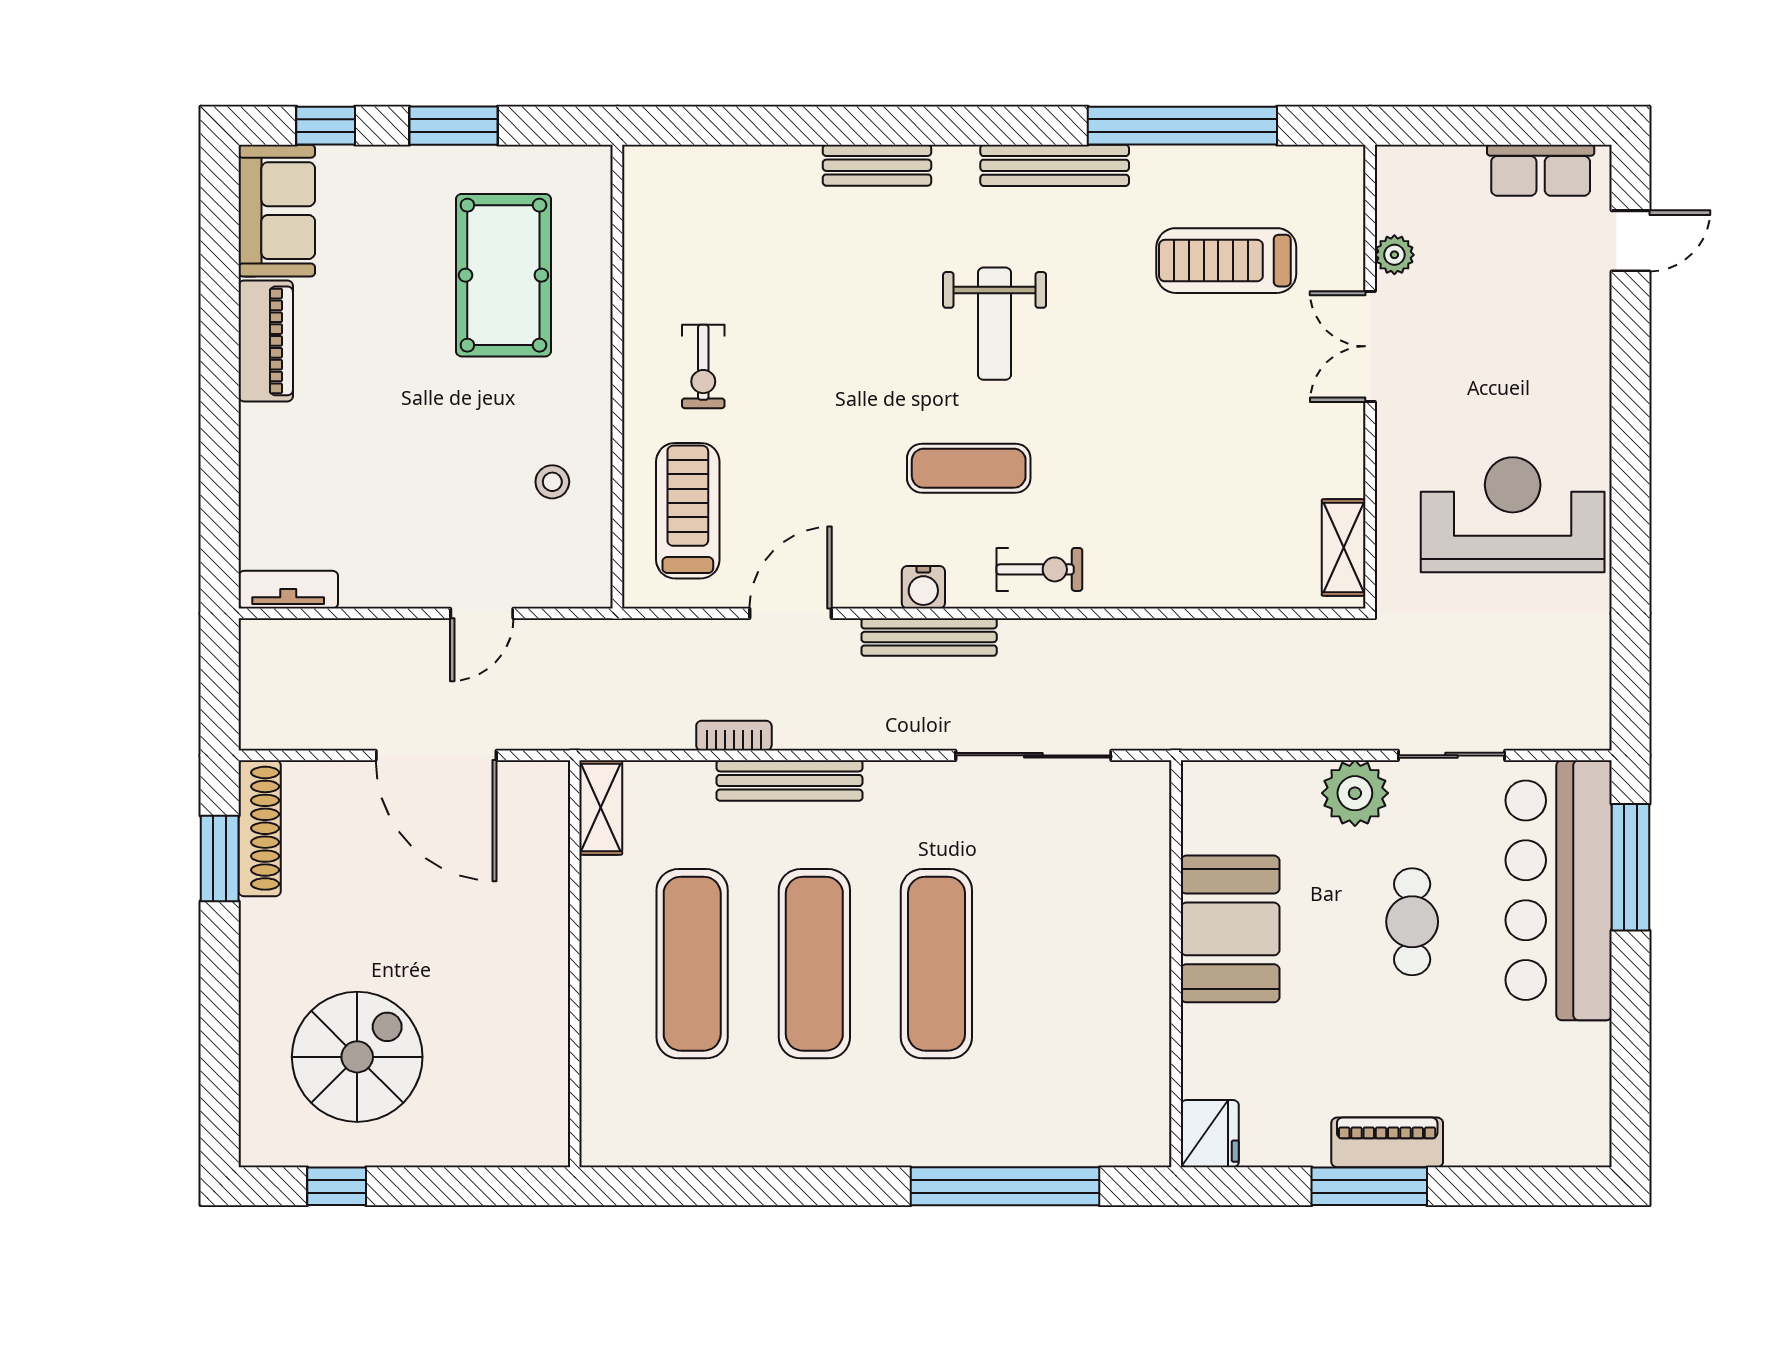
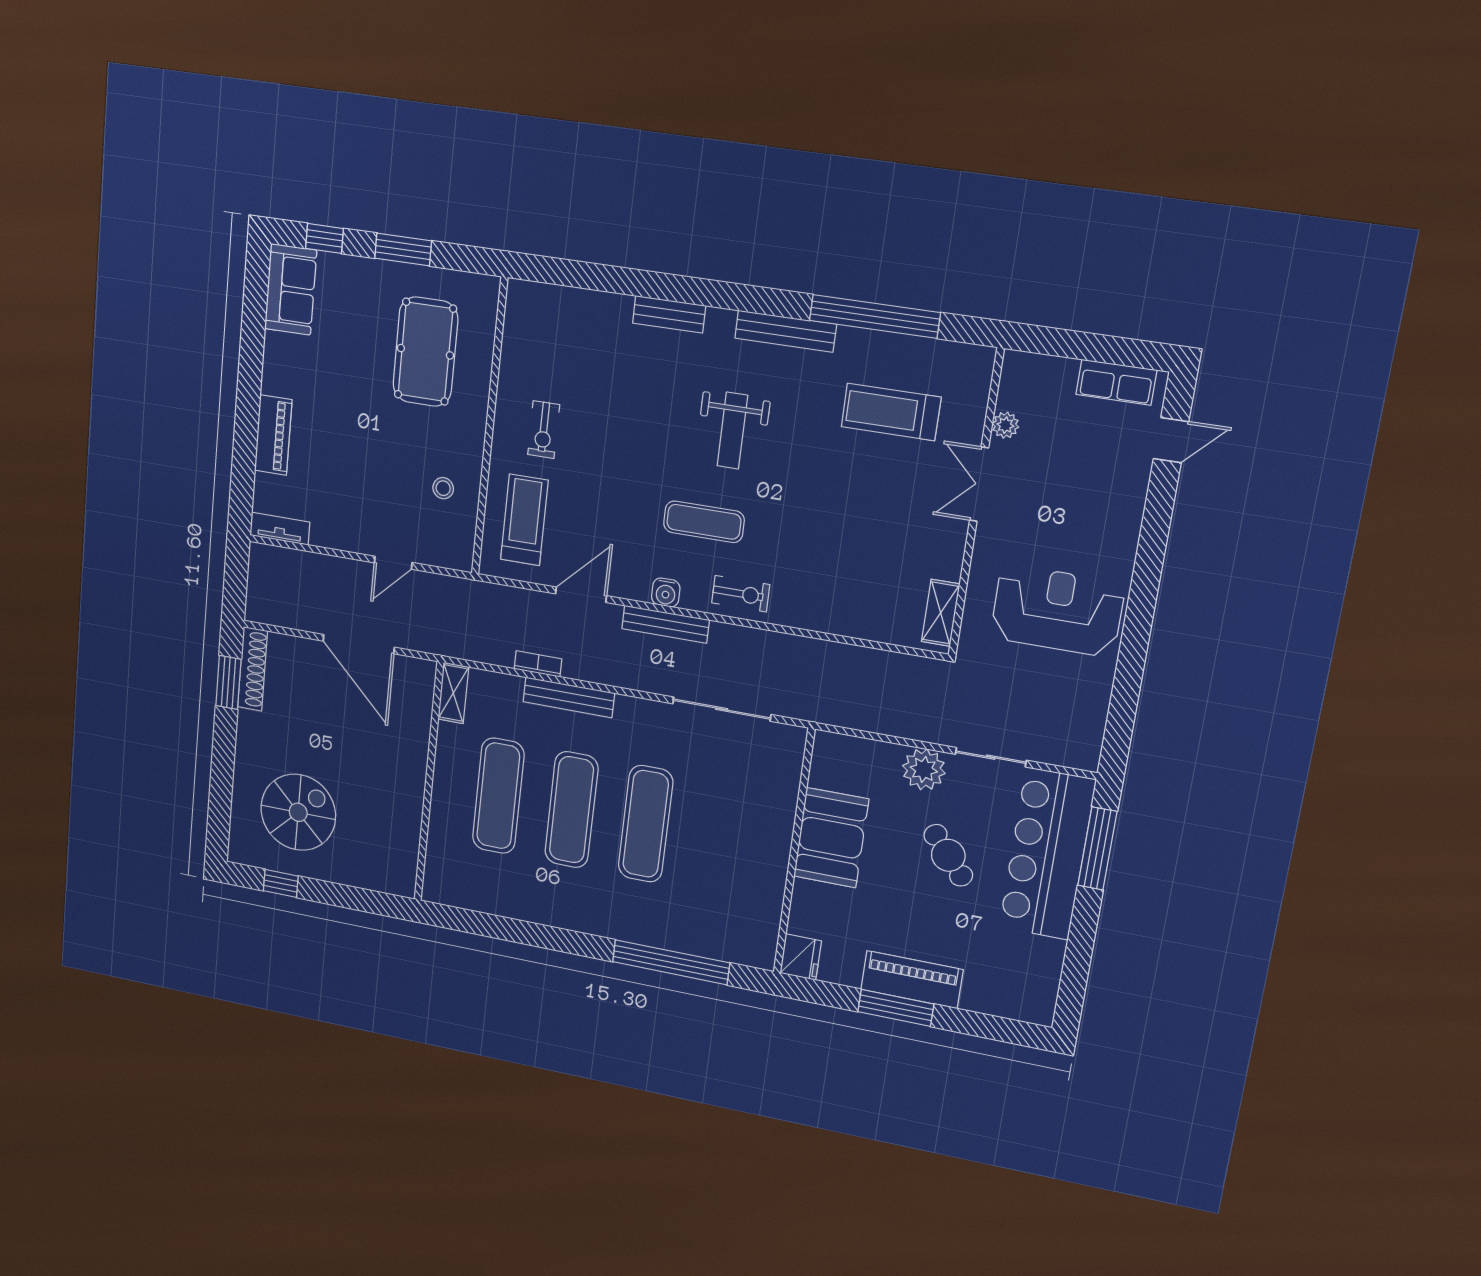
piano: (266, 341) -> (273, 435), moved
cafe table: (1412, 922) -> (948, 855), turned -40
piano: (1387, 1142) -> (912, 980), width x1.37, depth x1.33

